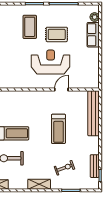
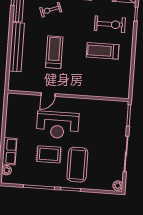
coffee table: (30, 27) -> (77, 165), width x1.36, depth x1.32
bench: (93, 113) -> (17, 47), moved

